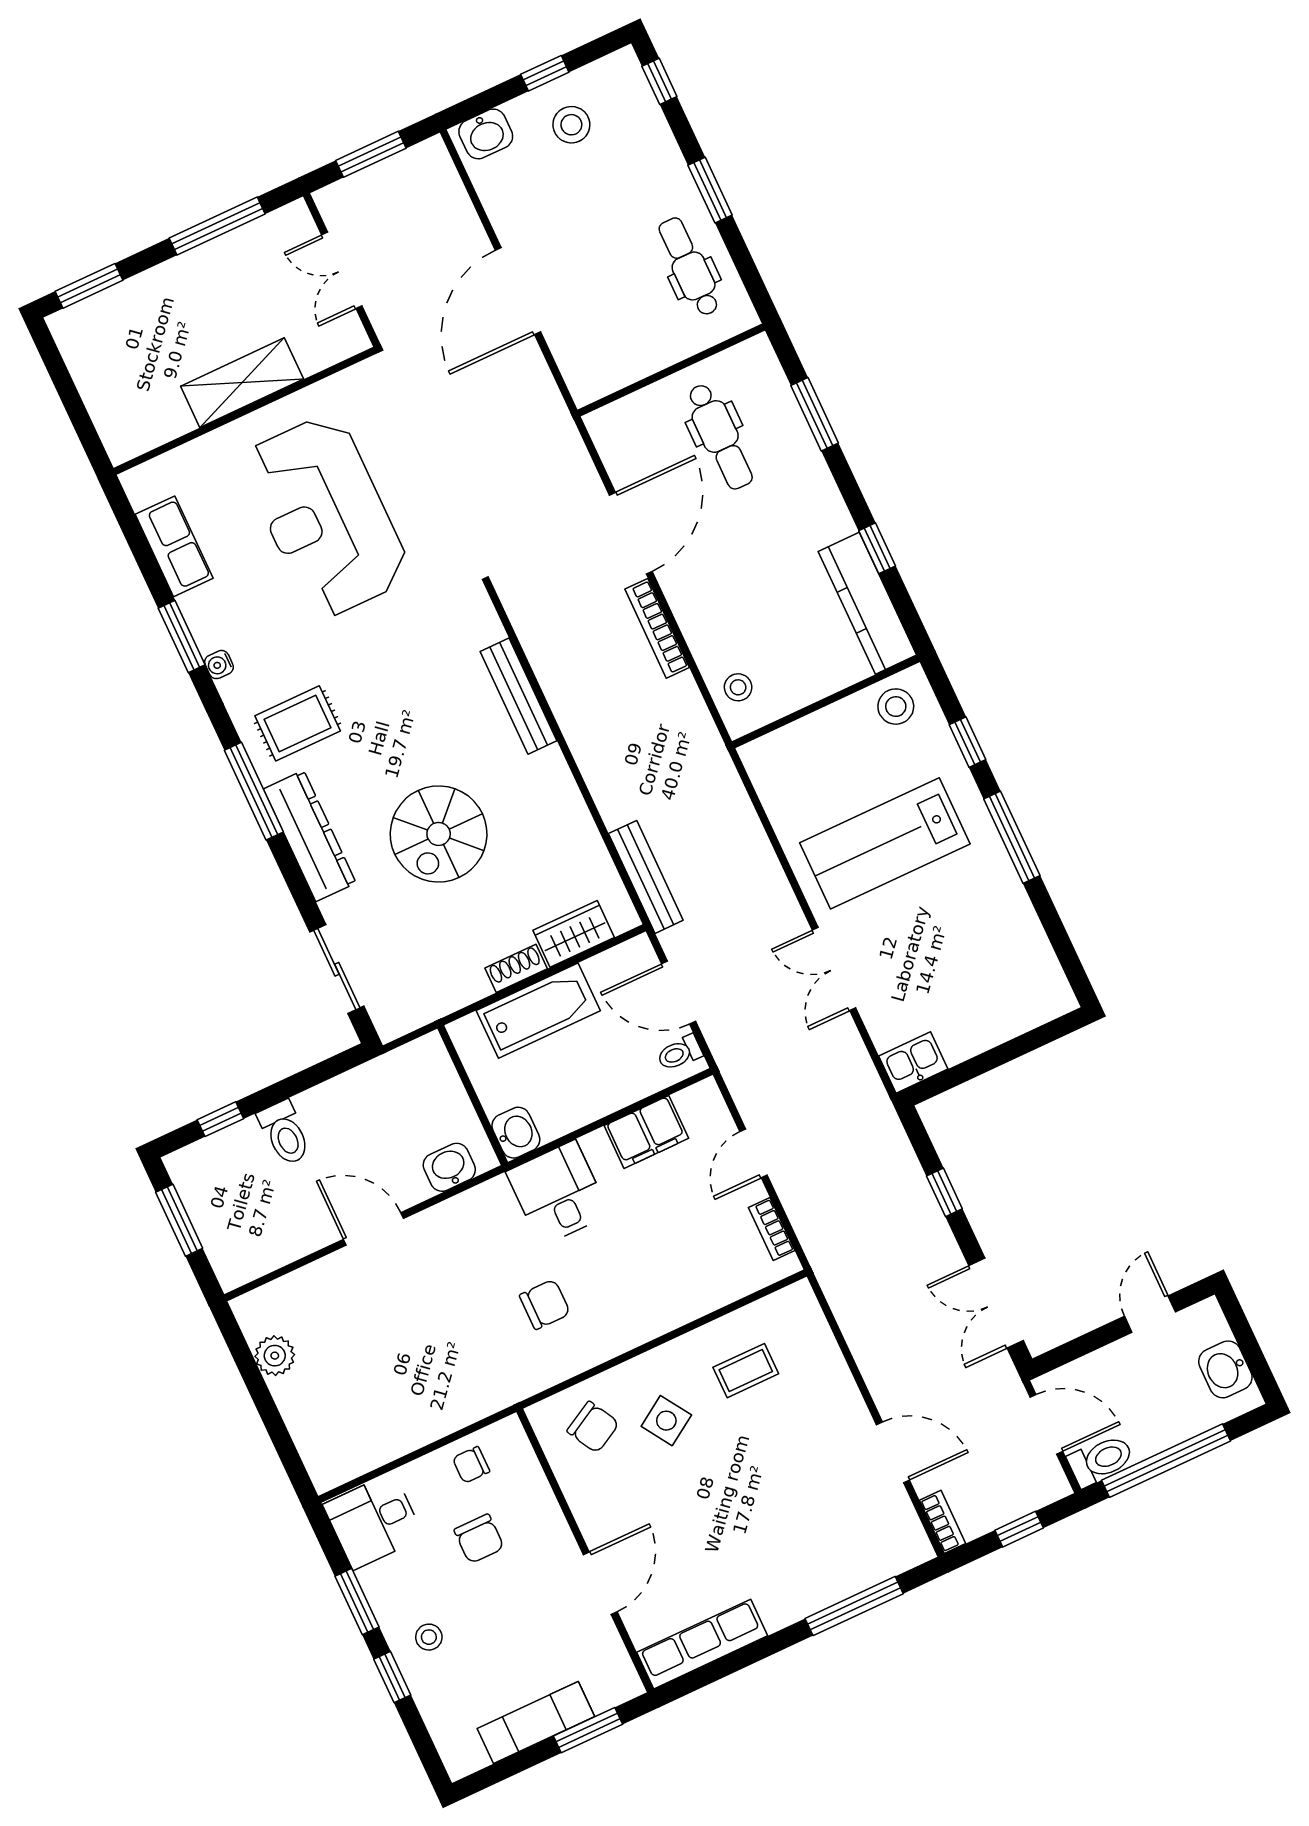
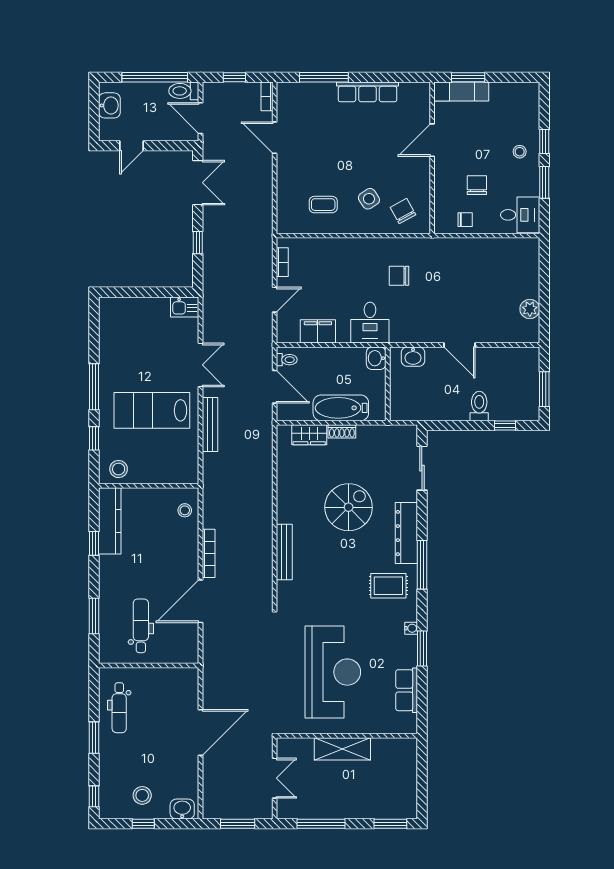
lab bench: (885, 843) -> (152, 410), turned 180
bench: (646, 877) -> (210, 424), moved
row of seats: (702, 1644) -> (368, 92), moved
exam couch: (536, 1722) -> (461, 91), moved

